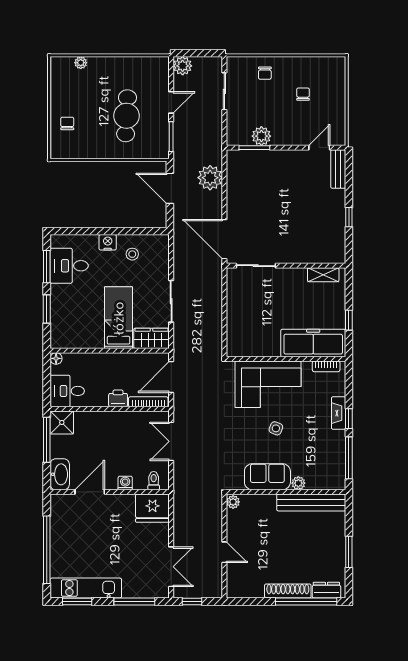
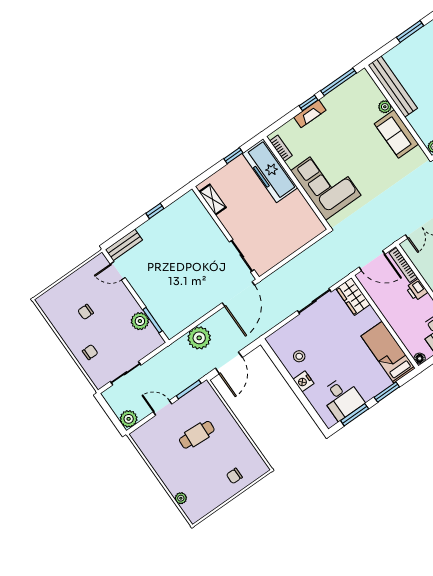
cafe table: (127, 116) -> (197, 435), width x0.73, depth x0.74
bed: (119, 318) -> (388, 352), moved, turned 90
side table: (276, 428) -> (355, 153), removed

